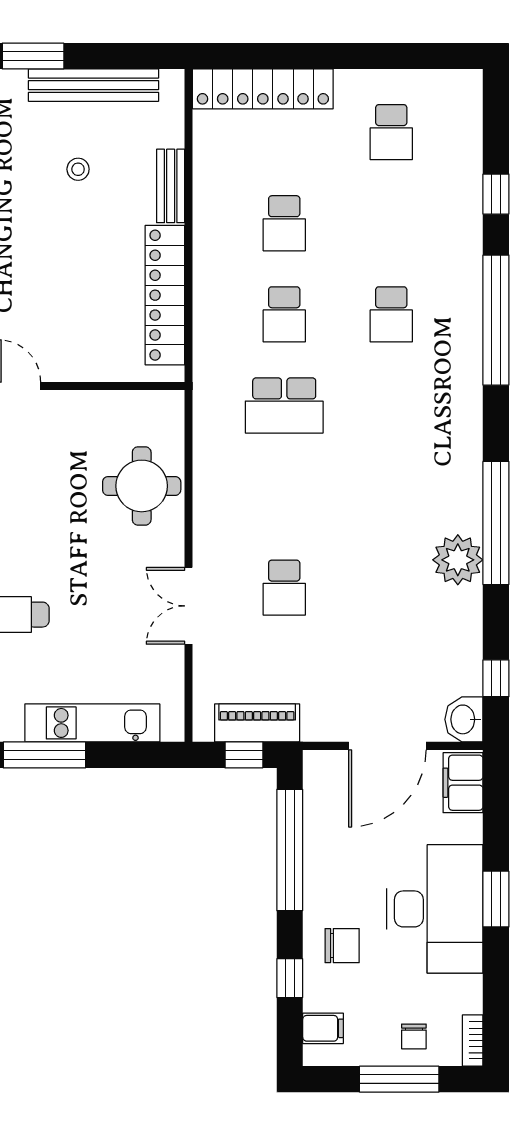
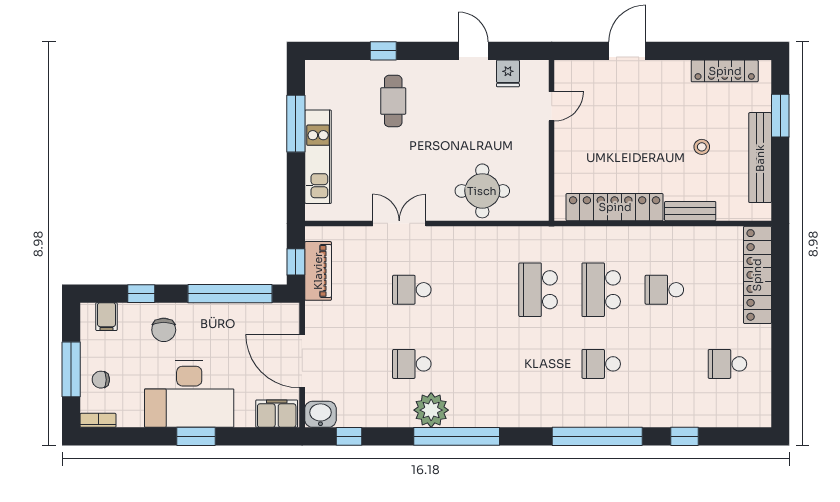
school desk: (284, 314) -> (601, 290), width x1.85
school desk: (391, 588) -> (412, 364), added

